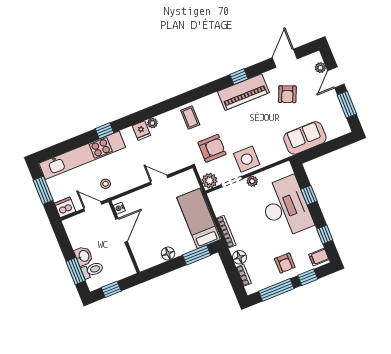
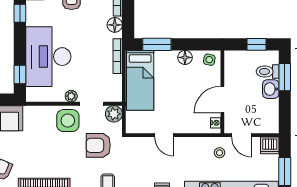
window: (309, 195) -> (20, 74), moved
side table: (146, 260) -> (209, 60), added

